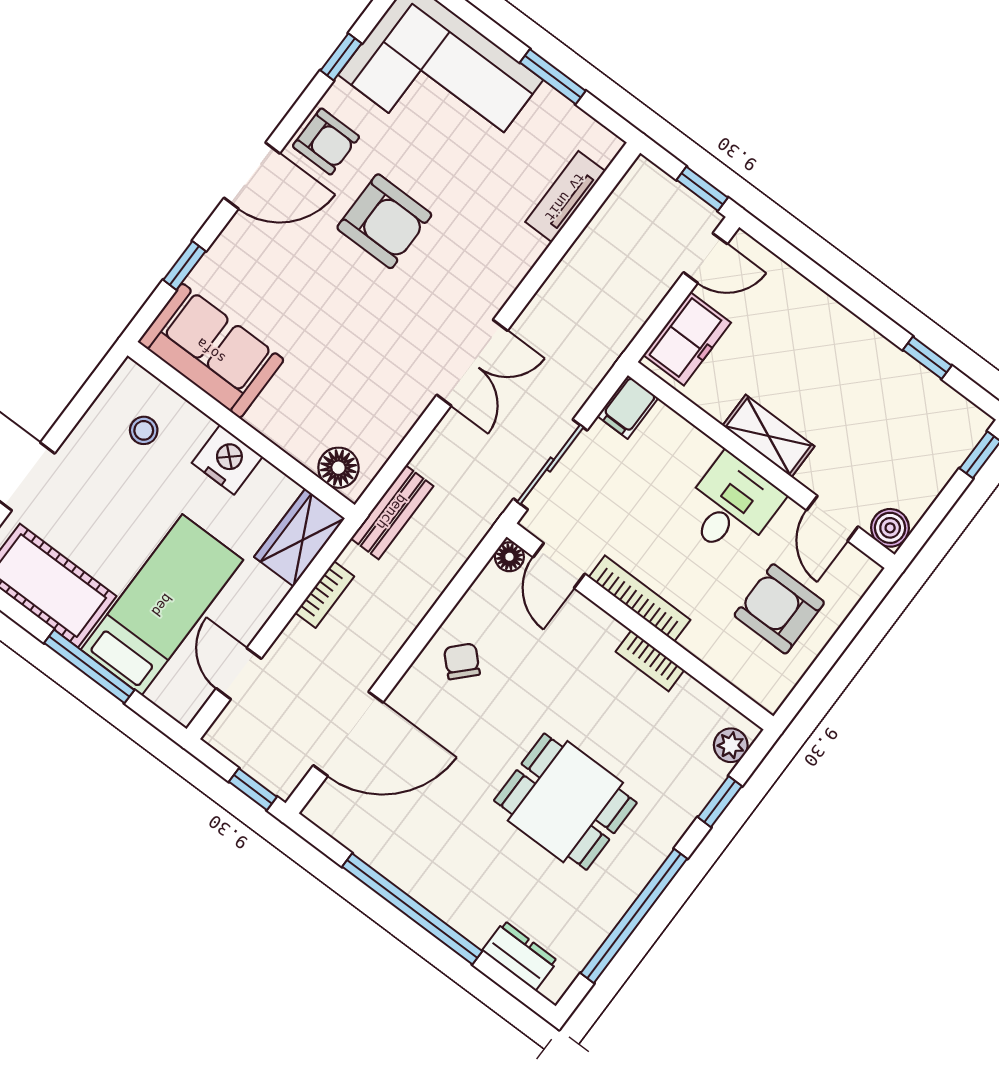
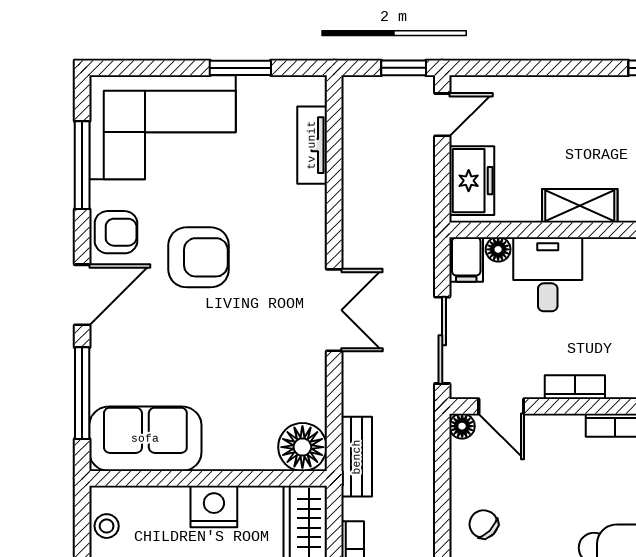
window: (341, 57) -> (82, 165), width x2.17
window: (184, 266) -> (82, 393), width x2.17
floor lamp: (664, 420) -> (498, 249), added
stool: (144, 430) -> (107, 526), moved
floor lamp: (338, 468) -> (302, 447), width x1.38, depth x1.38
desk: (731, 506) -> (548, 274), moved
bookcase: (639, 599) -> (575, 387), width x0.64

